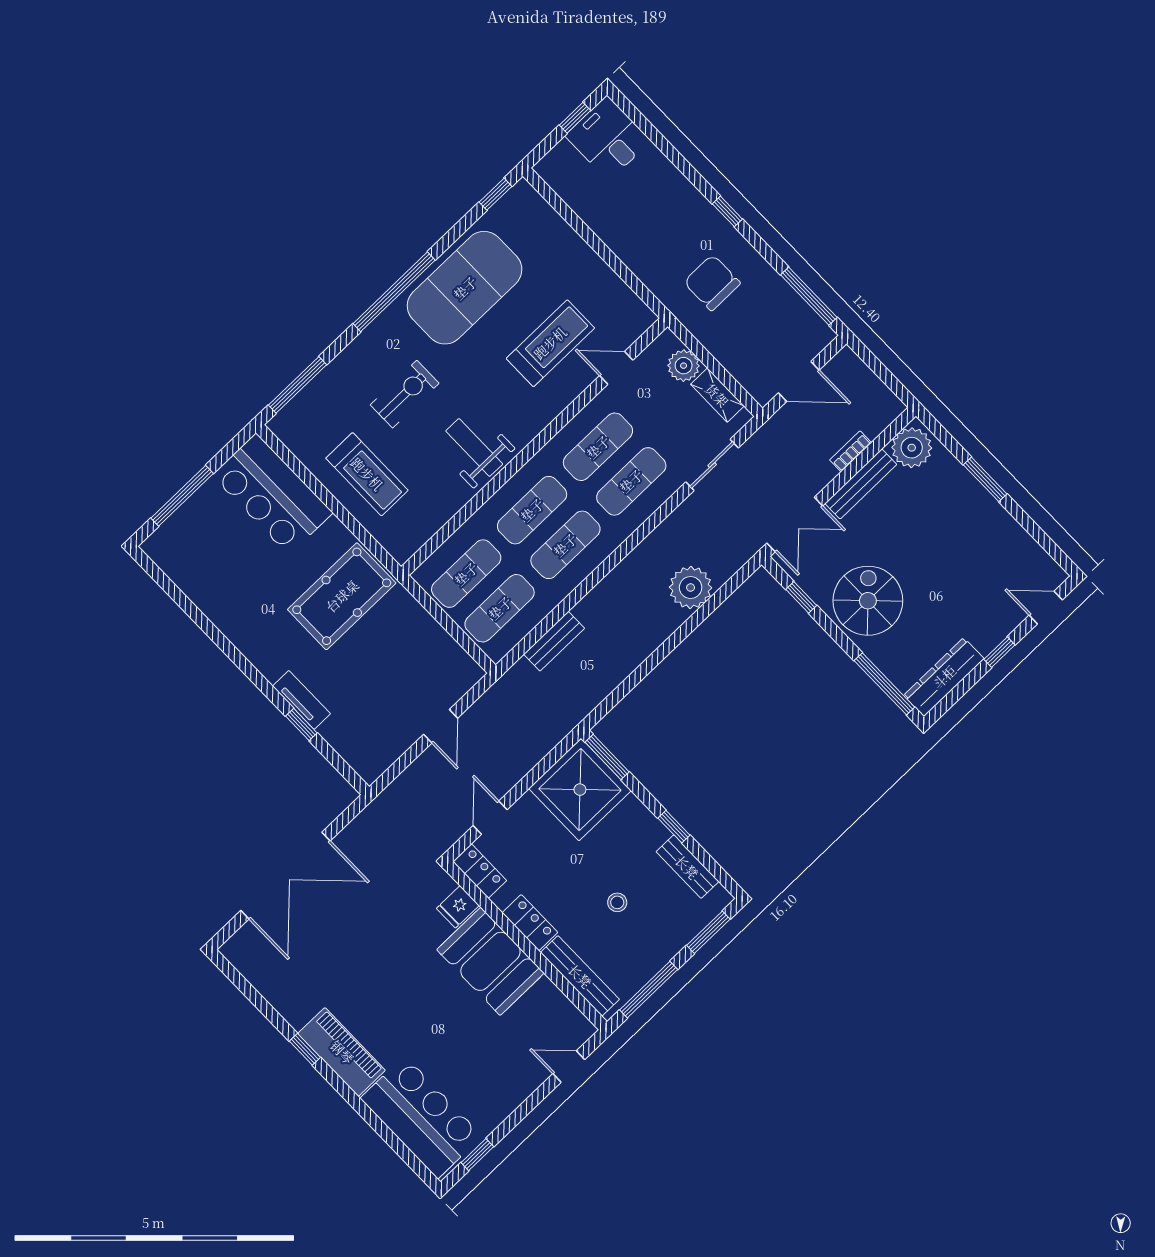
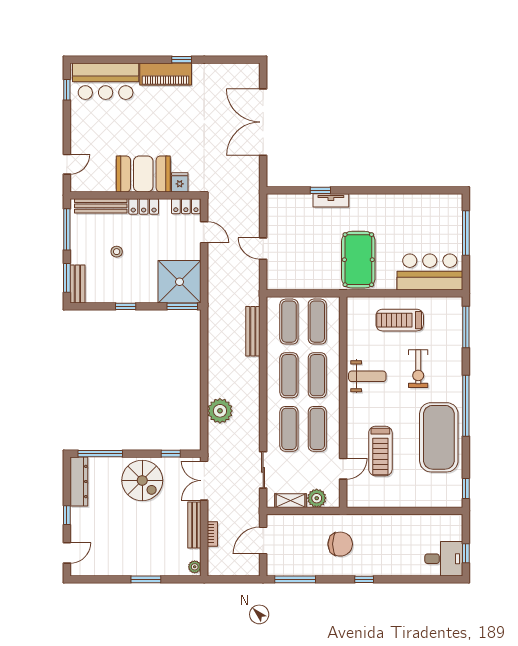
plant: (912, 448) -> (195, 567), width x0.53, depth x0.53
bench: (554, 641) -> (253, 331), width x1.36
bench: (687, 867) -> (77, 284), moved, turned 90

